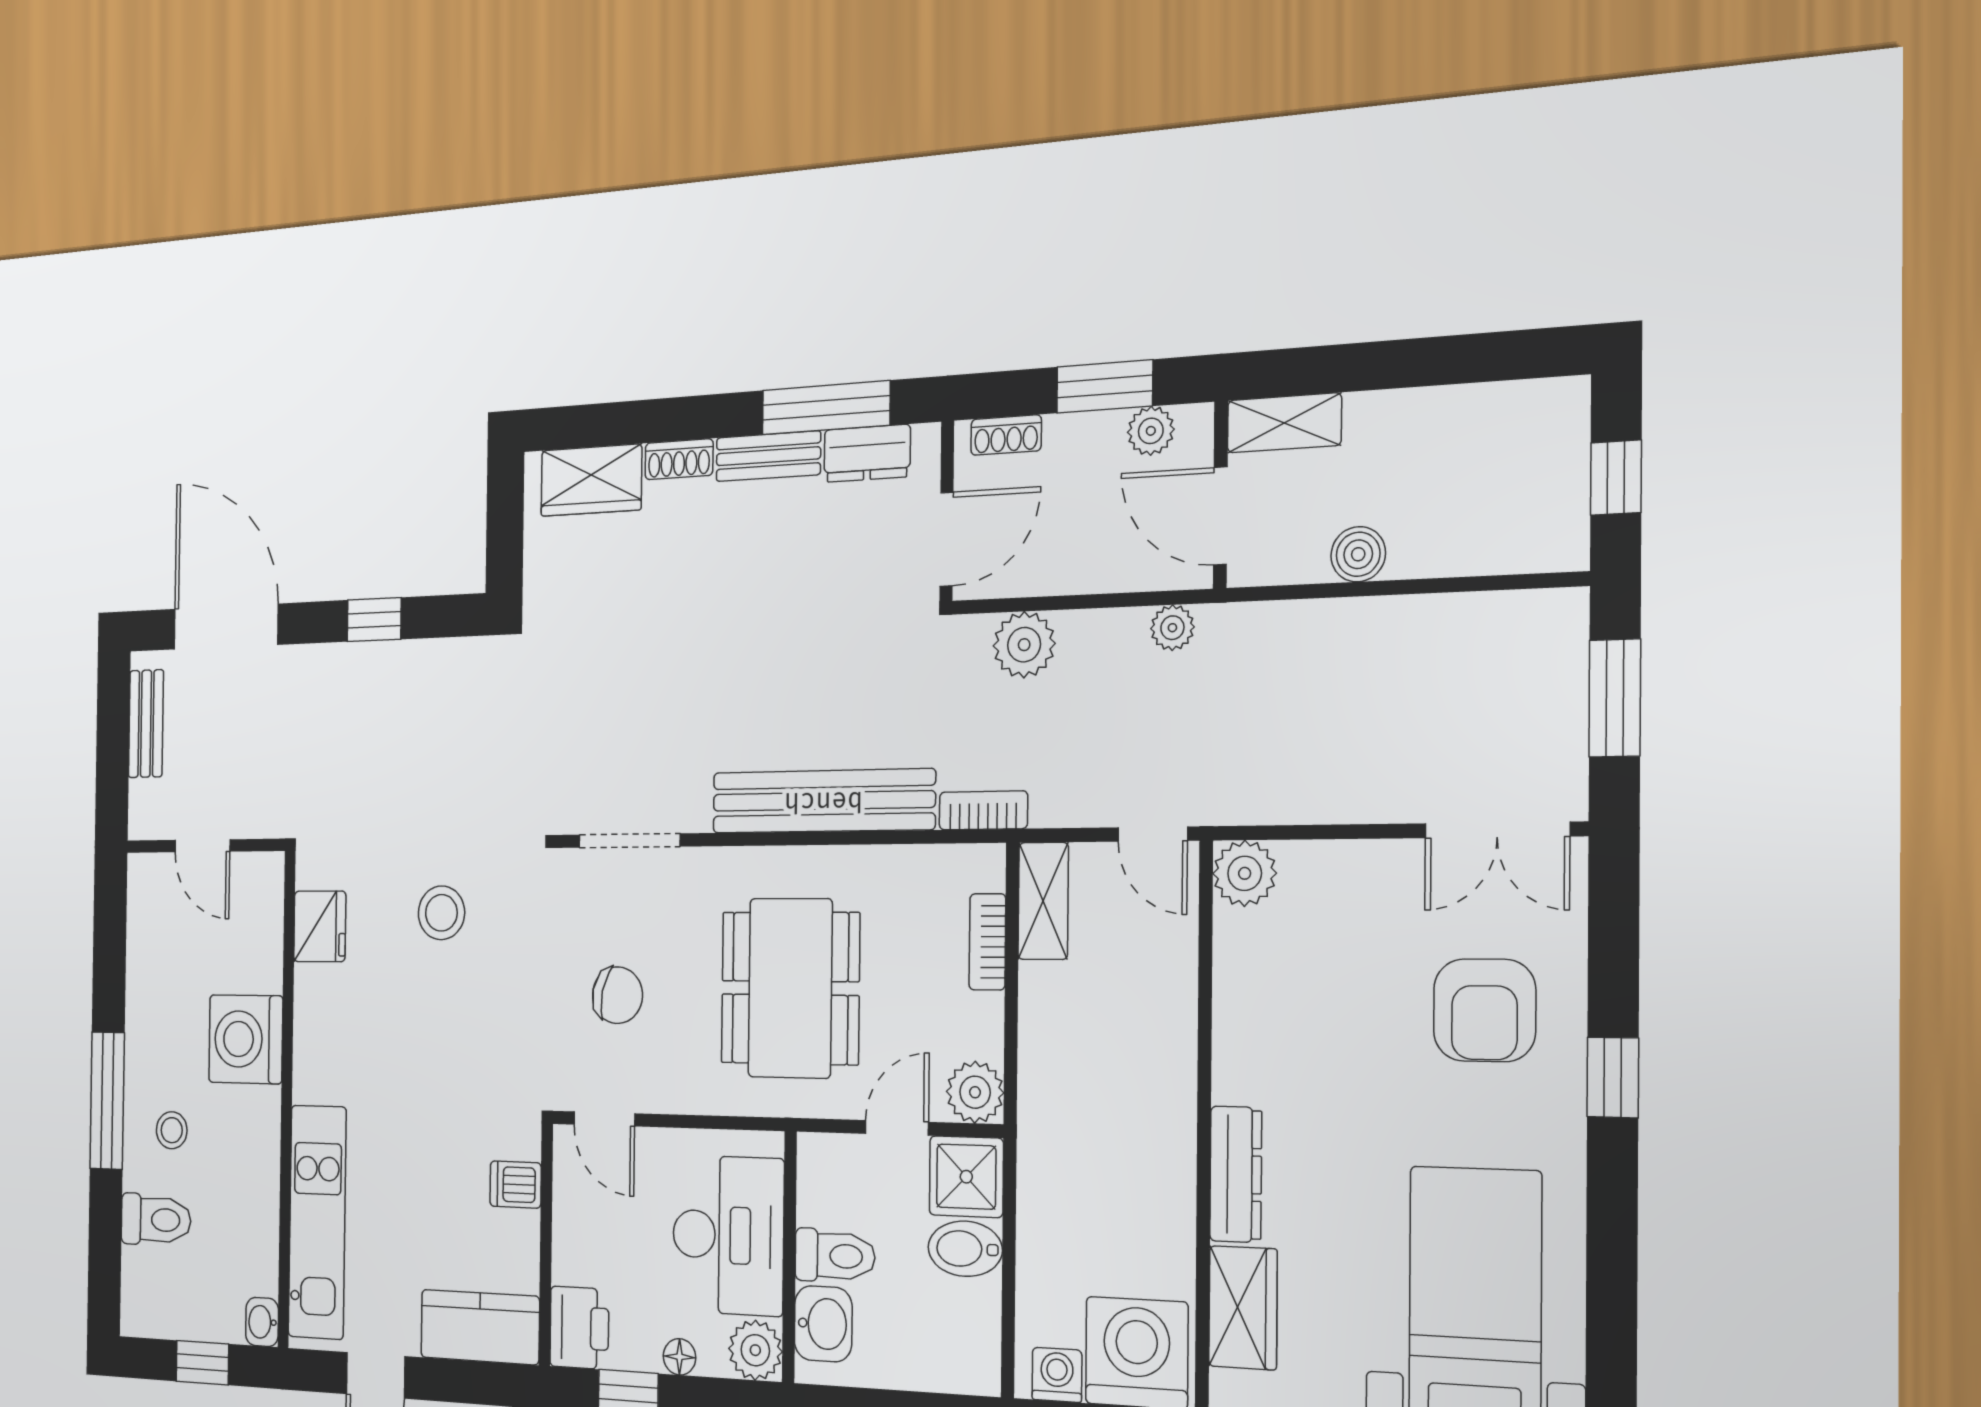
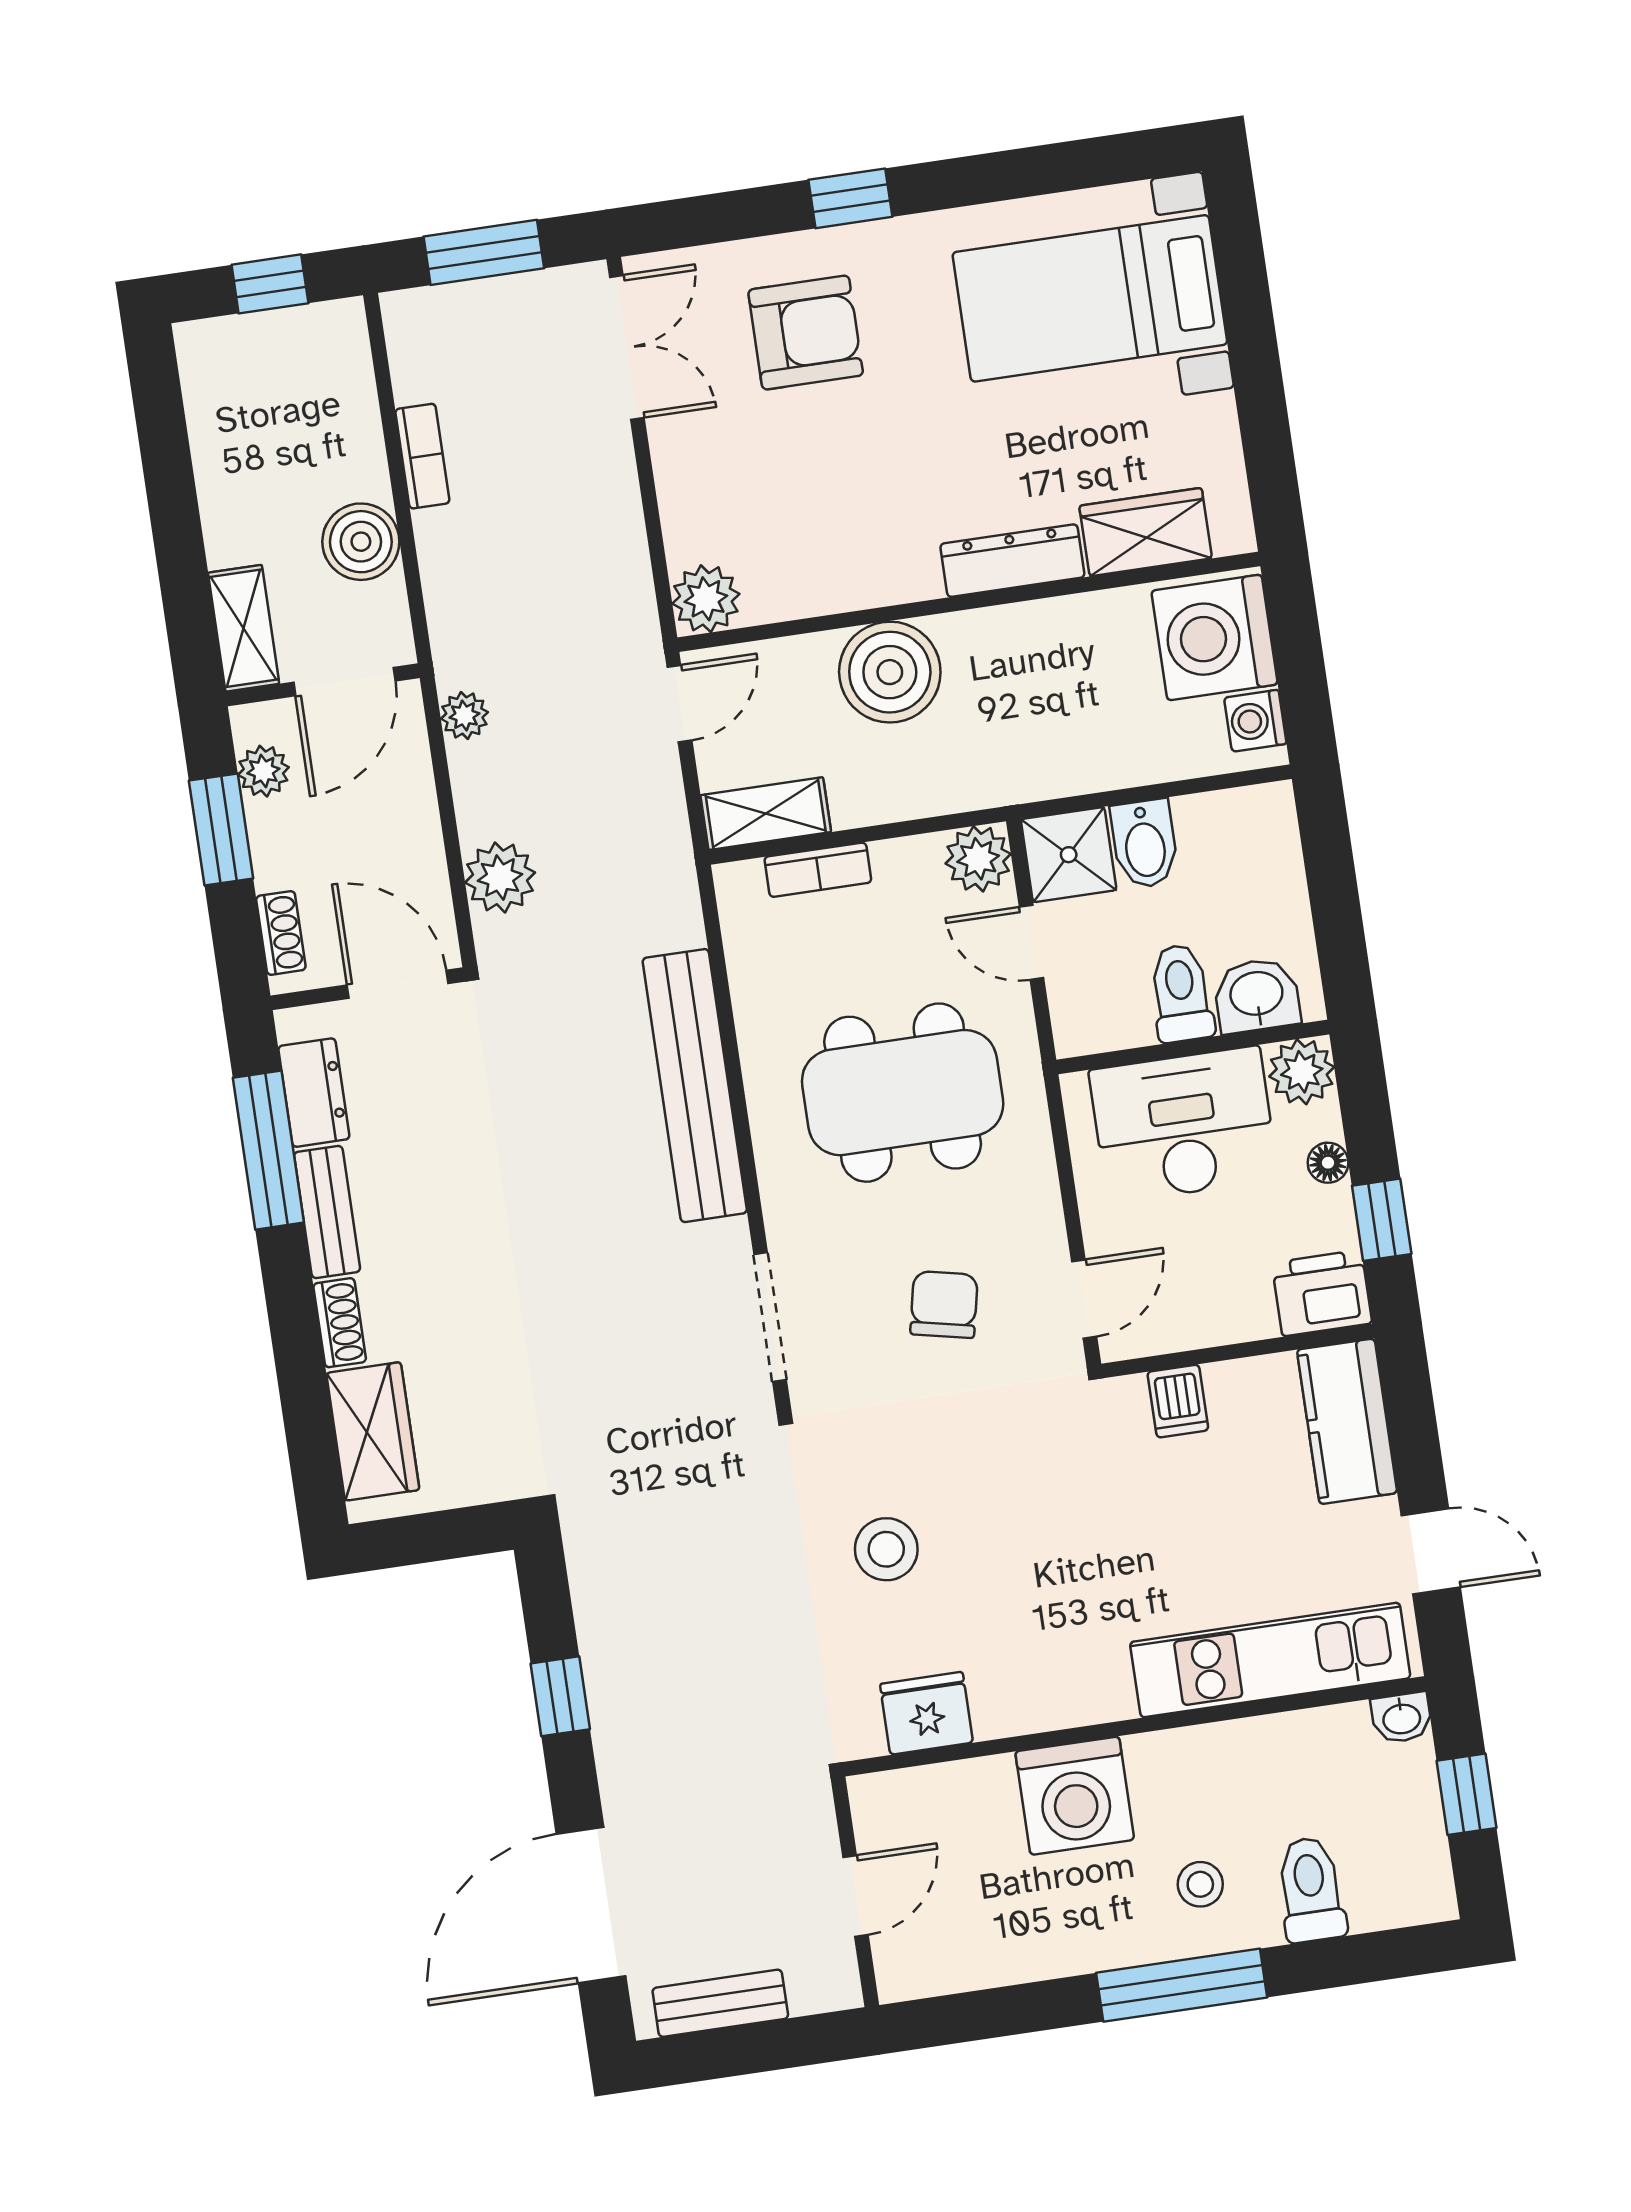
boiler: (1358, 554) -> (361, 542), width x1.36, depth x1.36
bookcase: (983, 810) -> (422, 456), moved, turned 180
boiler: (1151, 1039) -> (890, 672), added

